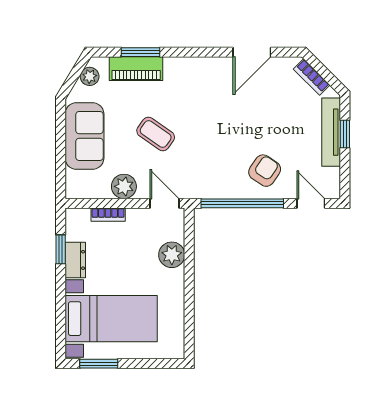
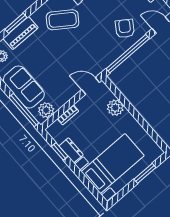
coffee table: (156, 134) -> (63, 20), moved, width x1.36, depth x1.30
window: (61, 163) -> (24, 110), added
plant: (124, 186) -> (46, 110), moved
window: (99, 364) -> (145, 173), moved

